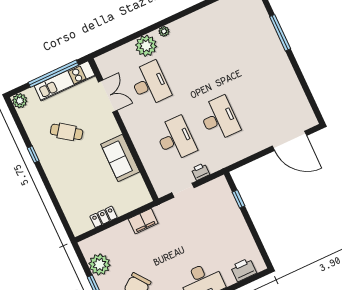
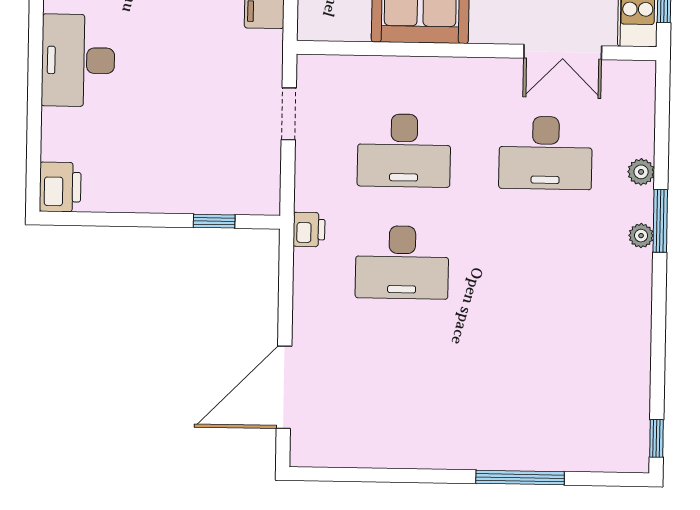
window: (155, 27) -> (660, 221), added
plant: (146, 46) -> (641, 172), width x0.53, depth x0.53
printer: (200, 172) -> (309, 229), moved
printer: (244, 270) -> (60, 187), moved

